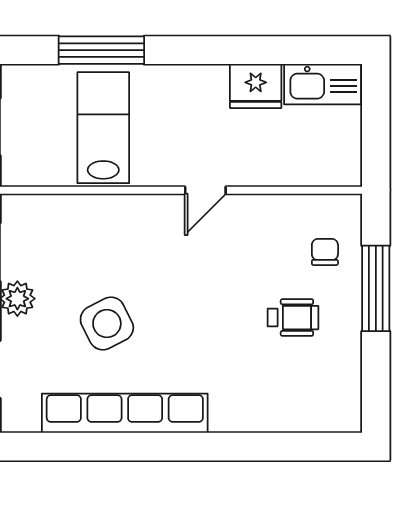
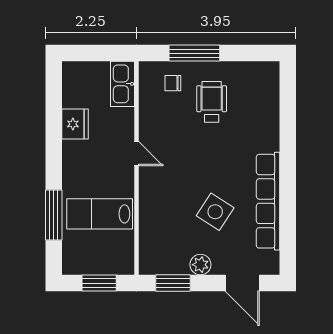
kitchen sink: (323, 84) -> (122, 84), moved, turned 180
wheelchair: (293, 318) -> (212, 102), width x1.36, depth x1.37
side table: (107, 324) -> (215, 212), turned -30

